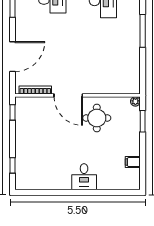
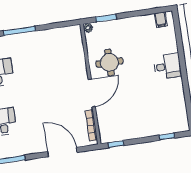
filing cabinet: (133, 162) -> (161, 20), moved

